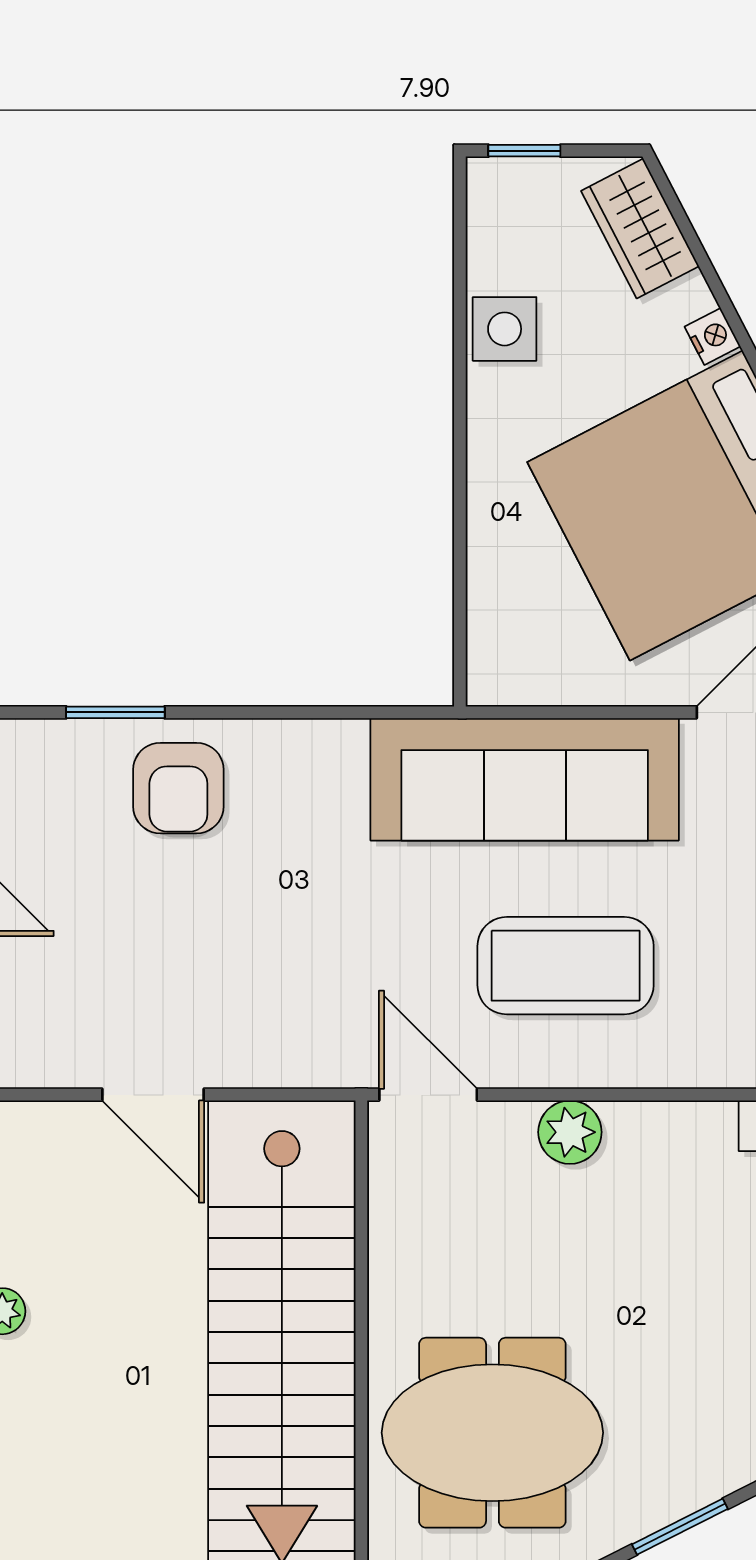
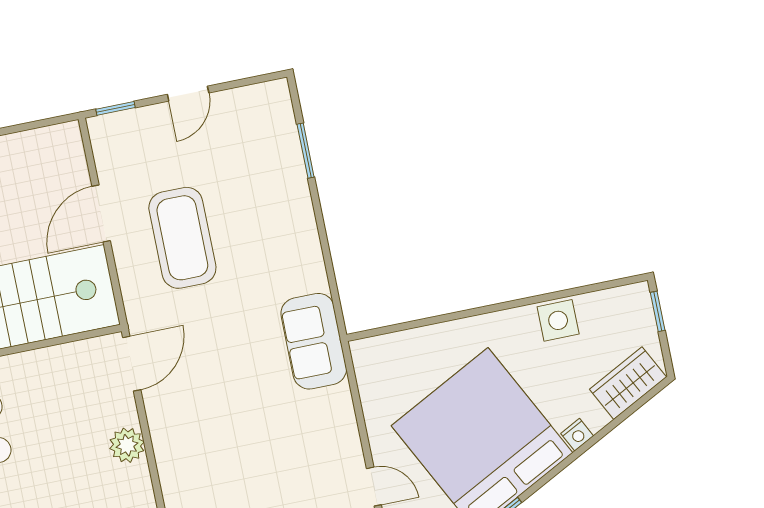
sofa: (525, 779) -> (314, 341), width x0.54, depth x0.79
armchair: (178, 788) -> (271, 193), removed
coffee table: (566, 966) -> (182, 238), moved

